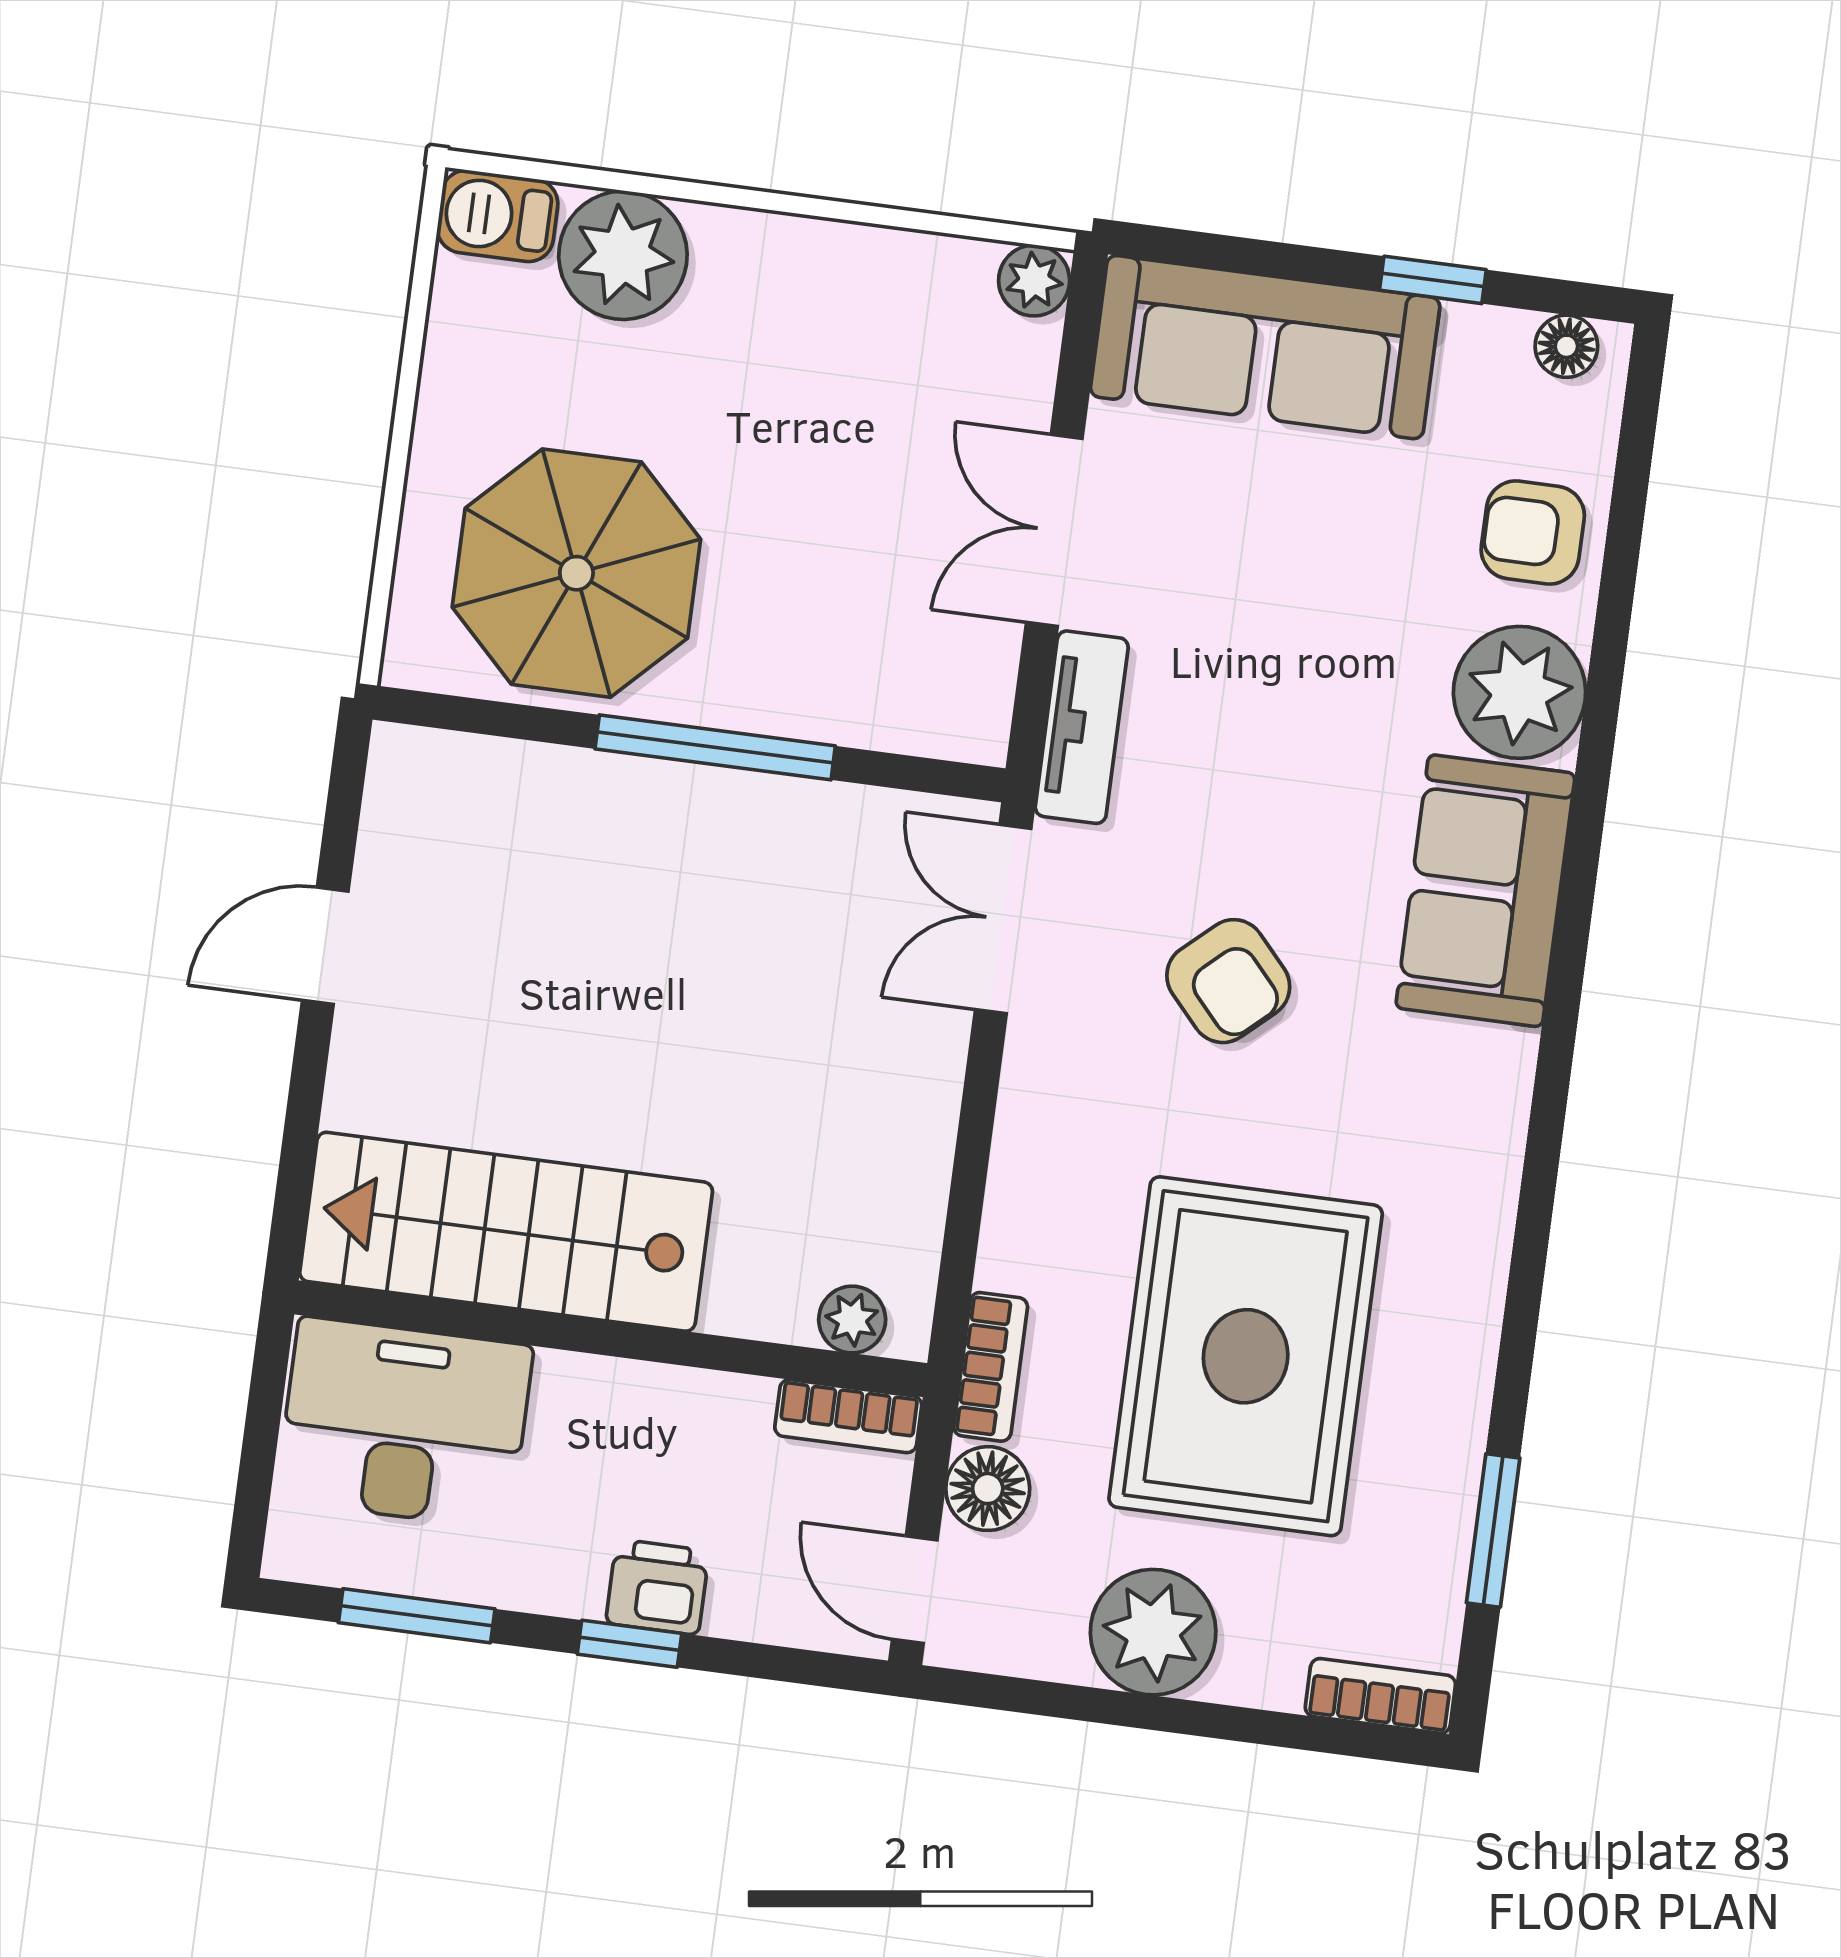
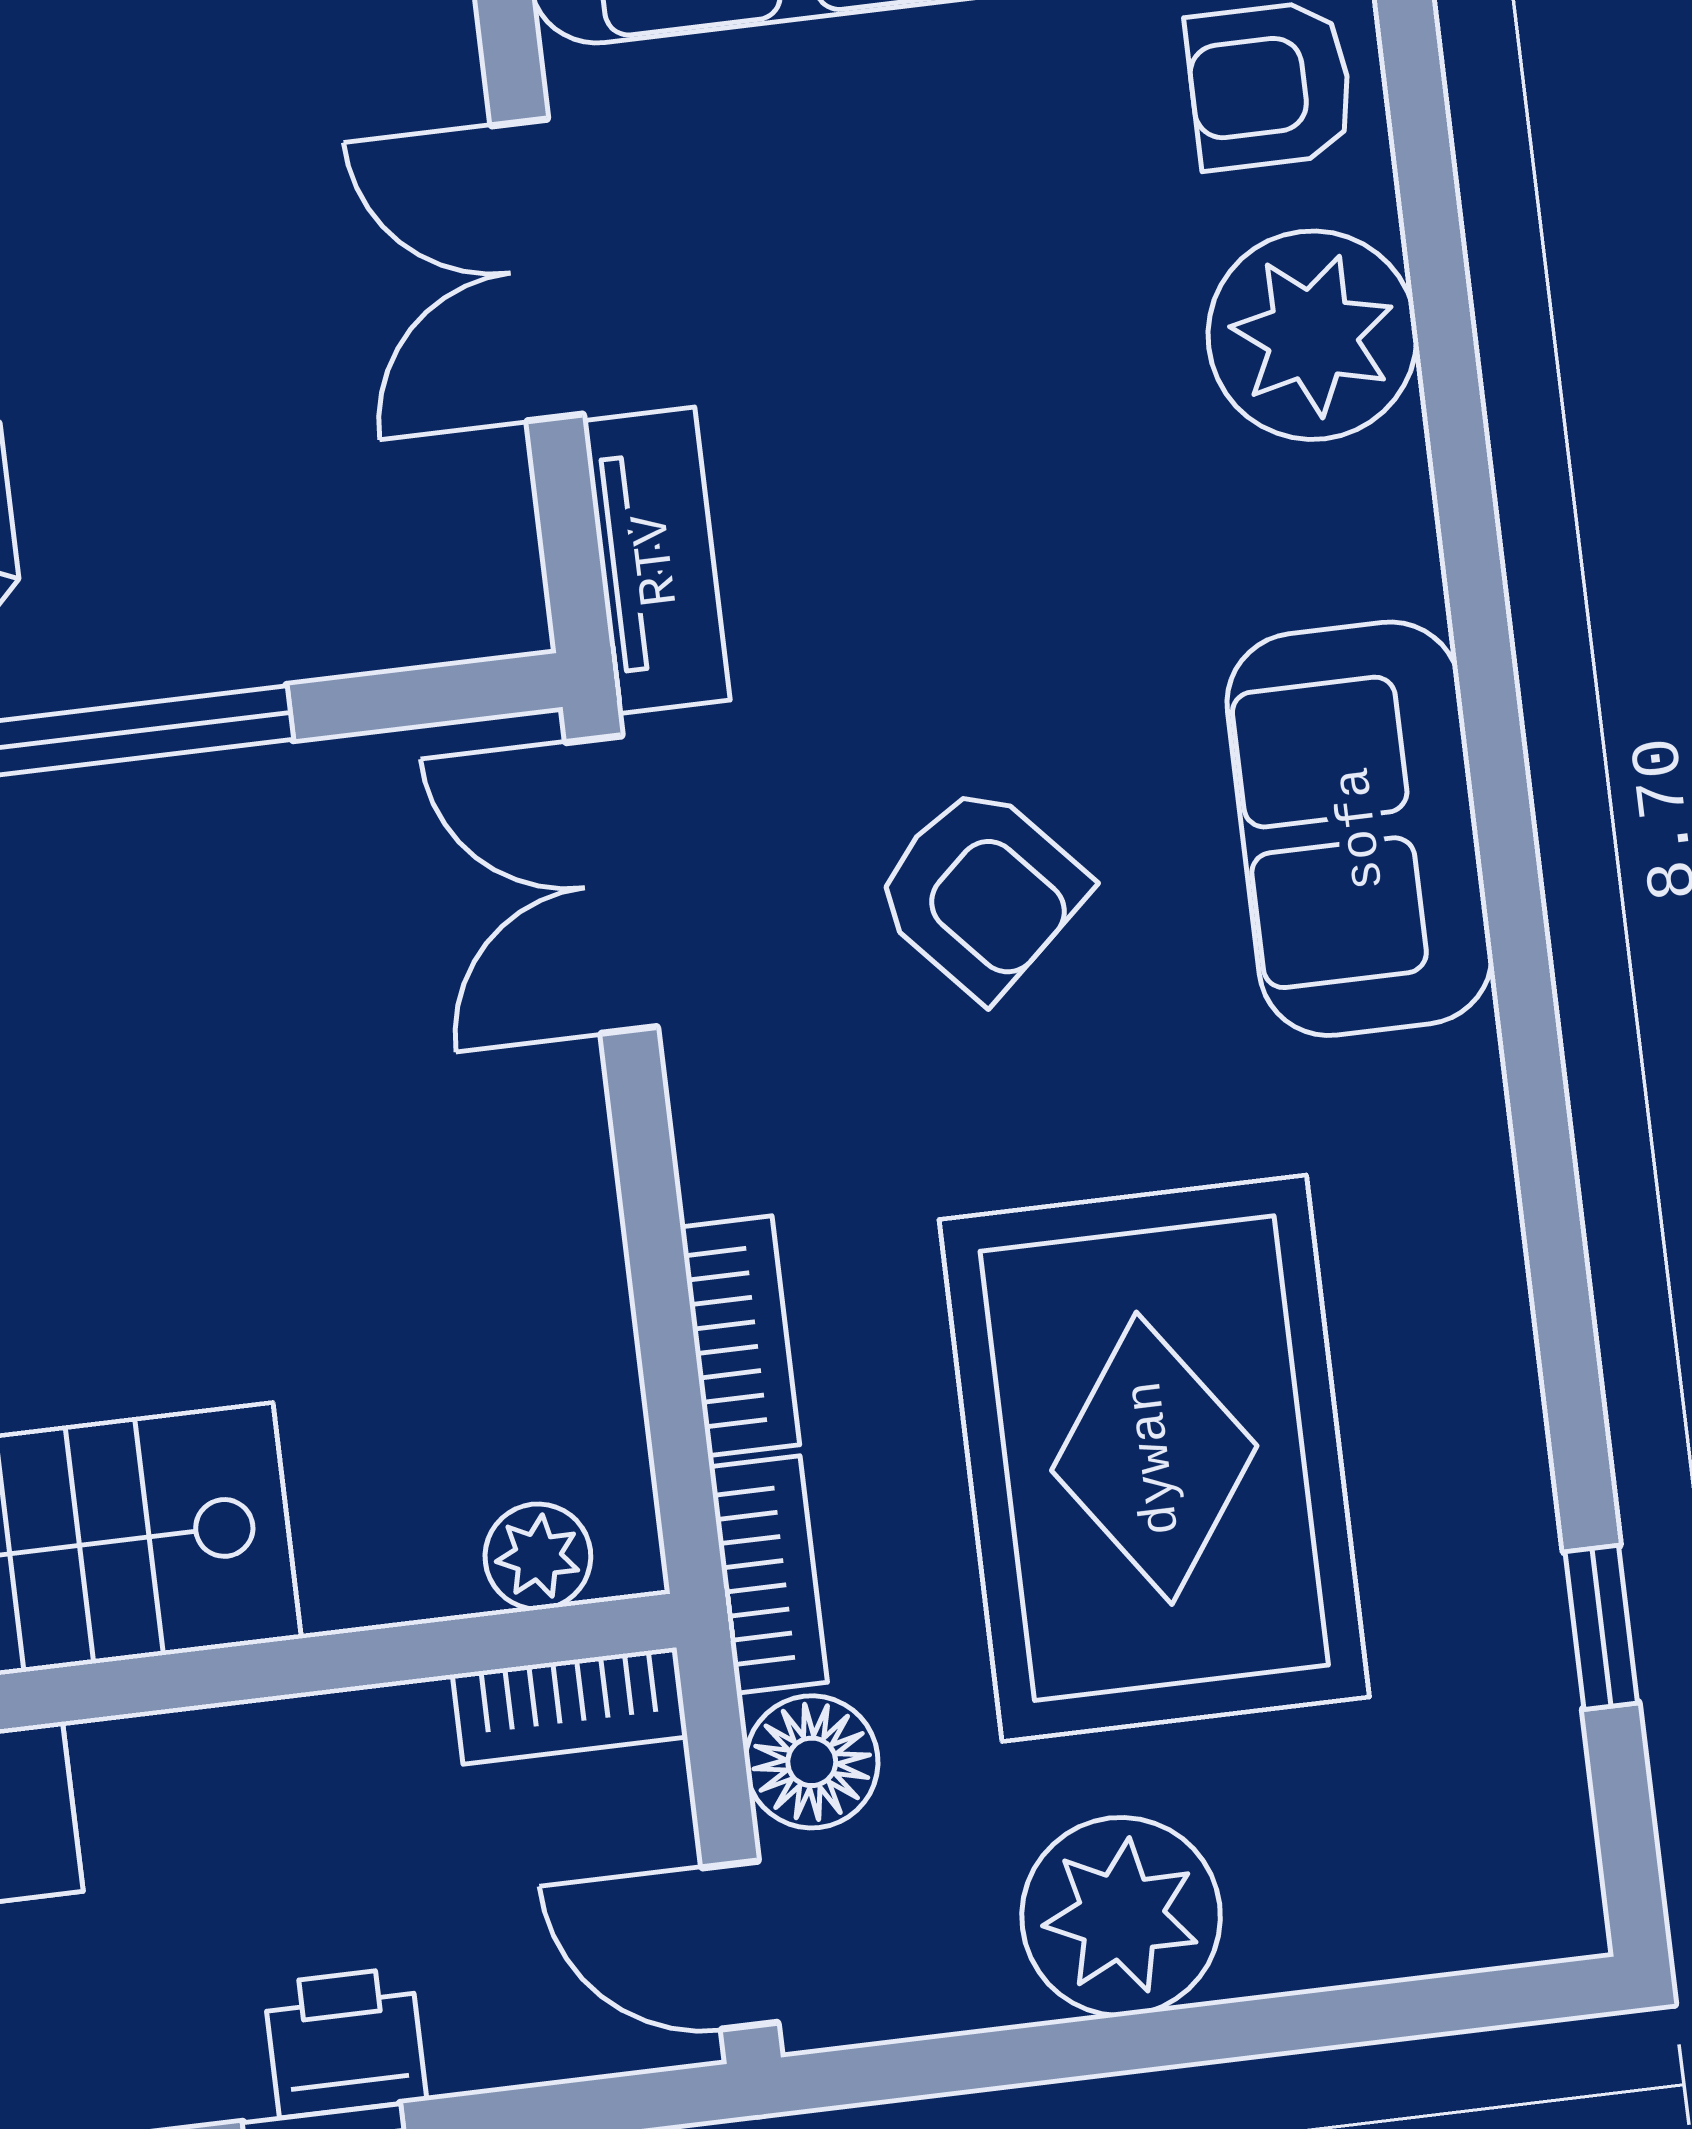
sofa: (1485, 891) -> (1360, 829), moved
window: (1493, 1530) -> (1601, 1627), width x0.67
bookcase: (1380, 1696) -> (740, 1336), moved, turned 90

